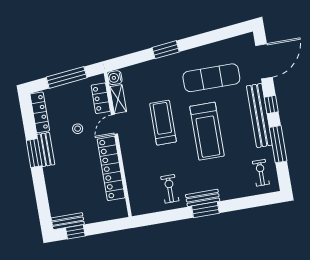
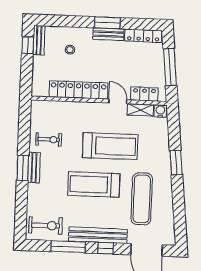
treadmill: (163, 123) -> (110, 146), width x1.37, depth x1.38
stool: (78, 129) -> (70, 50), moved
exercise bike: (261, 173) -> (46, 225), width x1.38, depth x1.39

